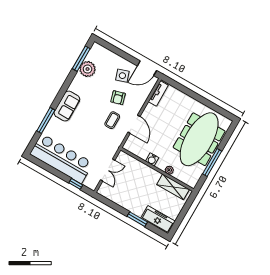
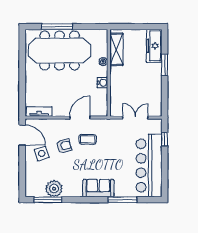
window: (212, 163) -> (57, 27), moved

